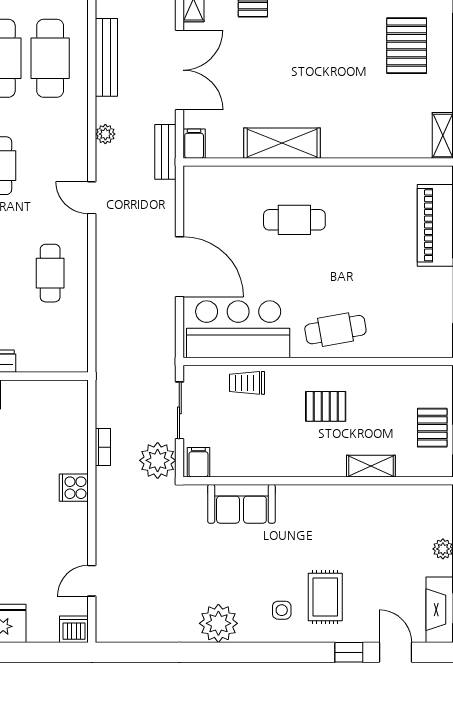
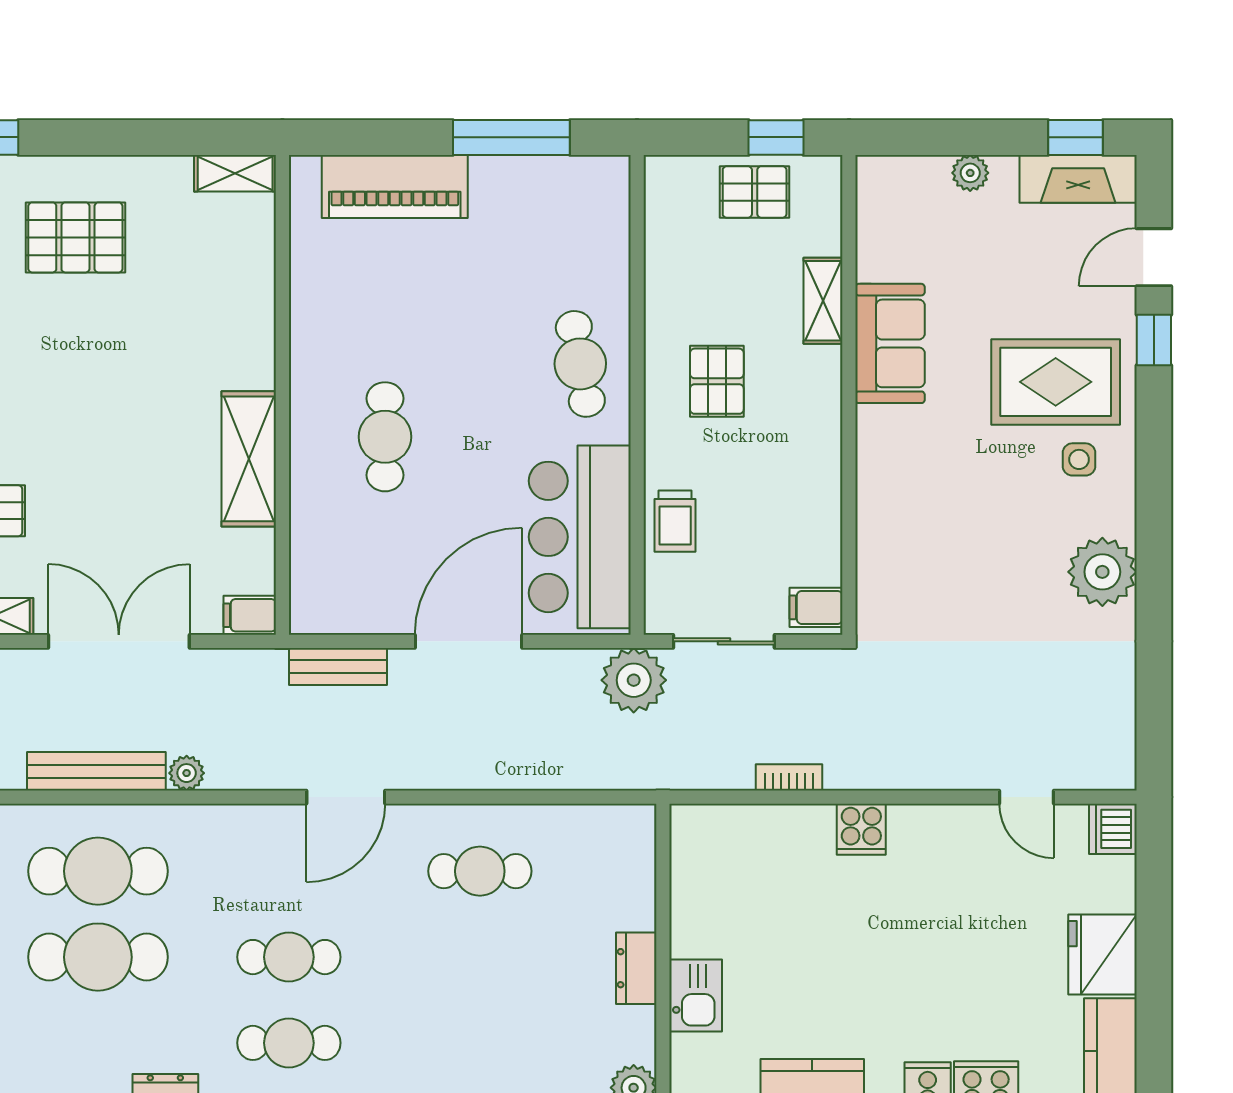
plant: (105, 134) -> (187, 773), moved
bench: (165, 152) -> (338, 666), moved
door: (92, 198) -> (346, 797), width x1.38
plant: (158, 460) -> (634, 680), moved
sofa: (241, 504) -> (890, 343), moved
rug: (325, 597) -> (1056, 382), width x1.36, depth x1.43

